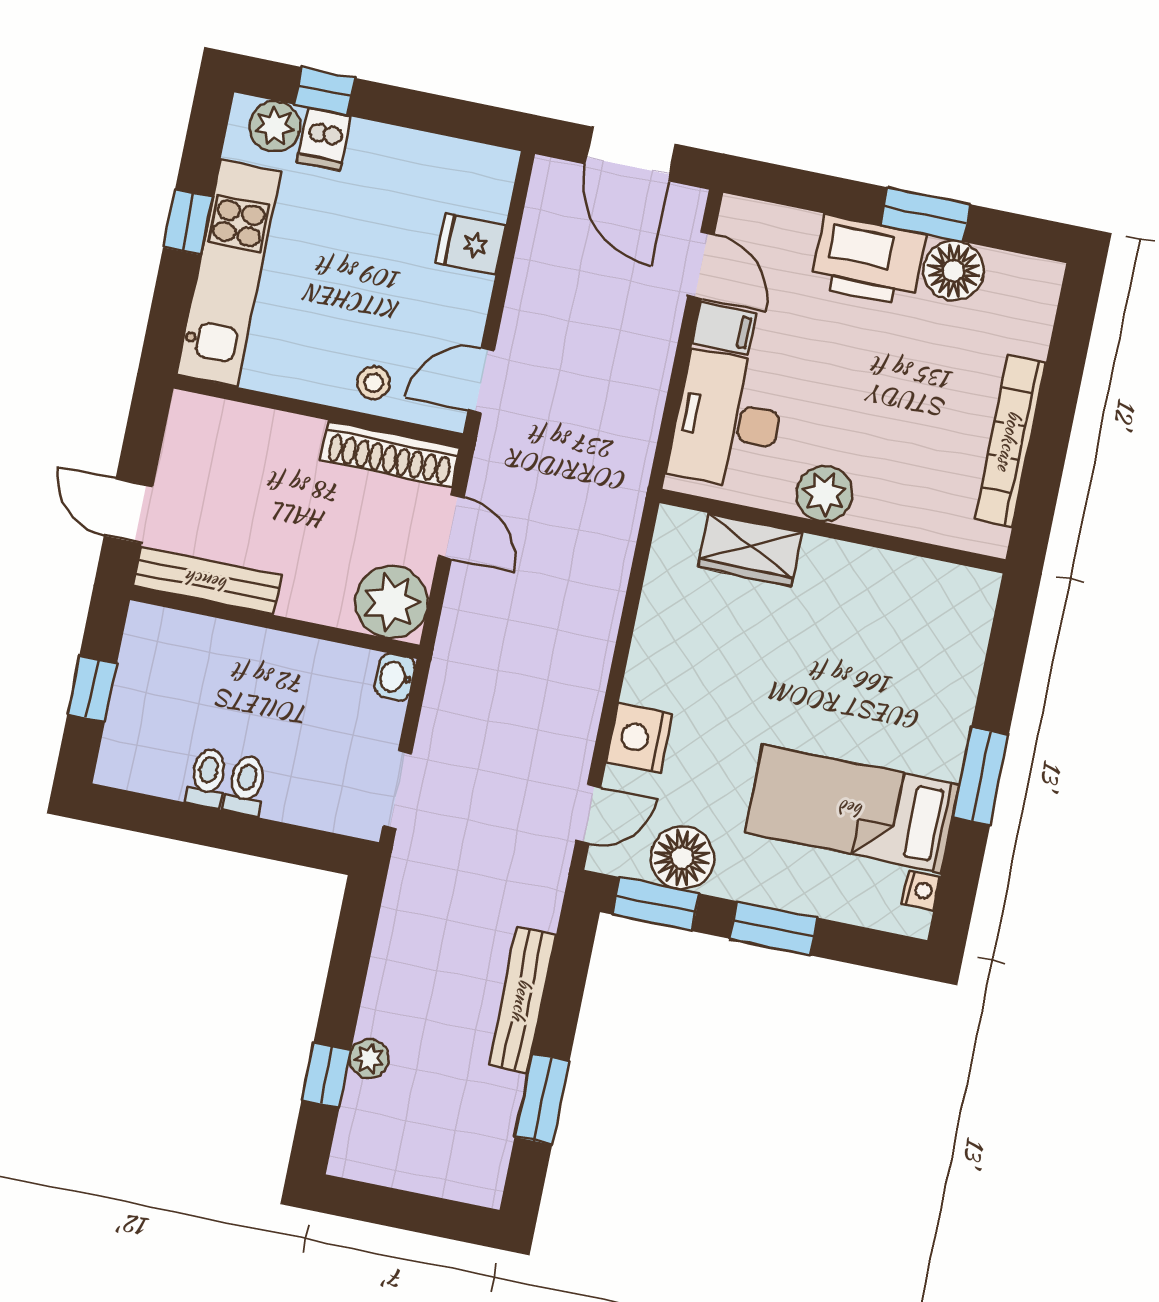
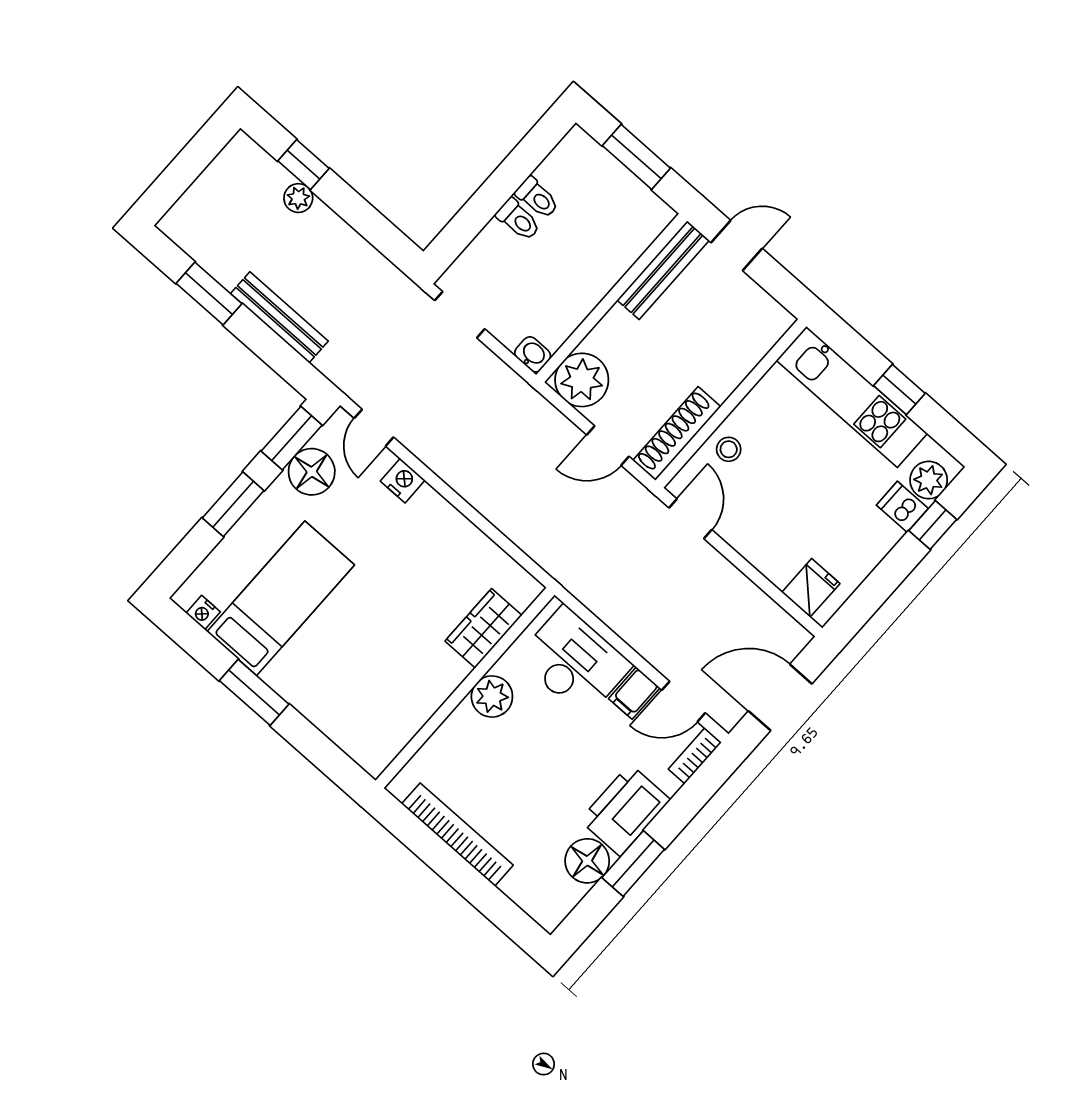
bookcase: (757, 215) -> (695, 756), added
fridge: (471, 244) -> (811, 588), moved
window: (92, 689) -> (636, 157), width x1.50
nightstand: (639, 738) -> (403, 481), width x0.74, depth x0.75

